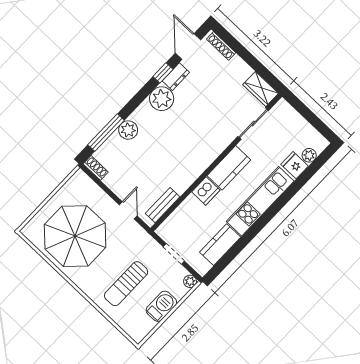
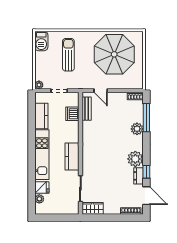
dishwasher: (206, 191) -> (72, 114), moved
barbecue: (161, 306) -> (41, 41), moved

